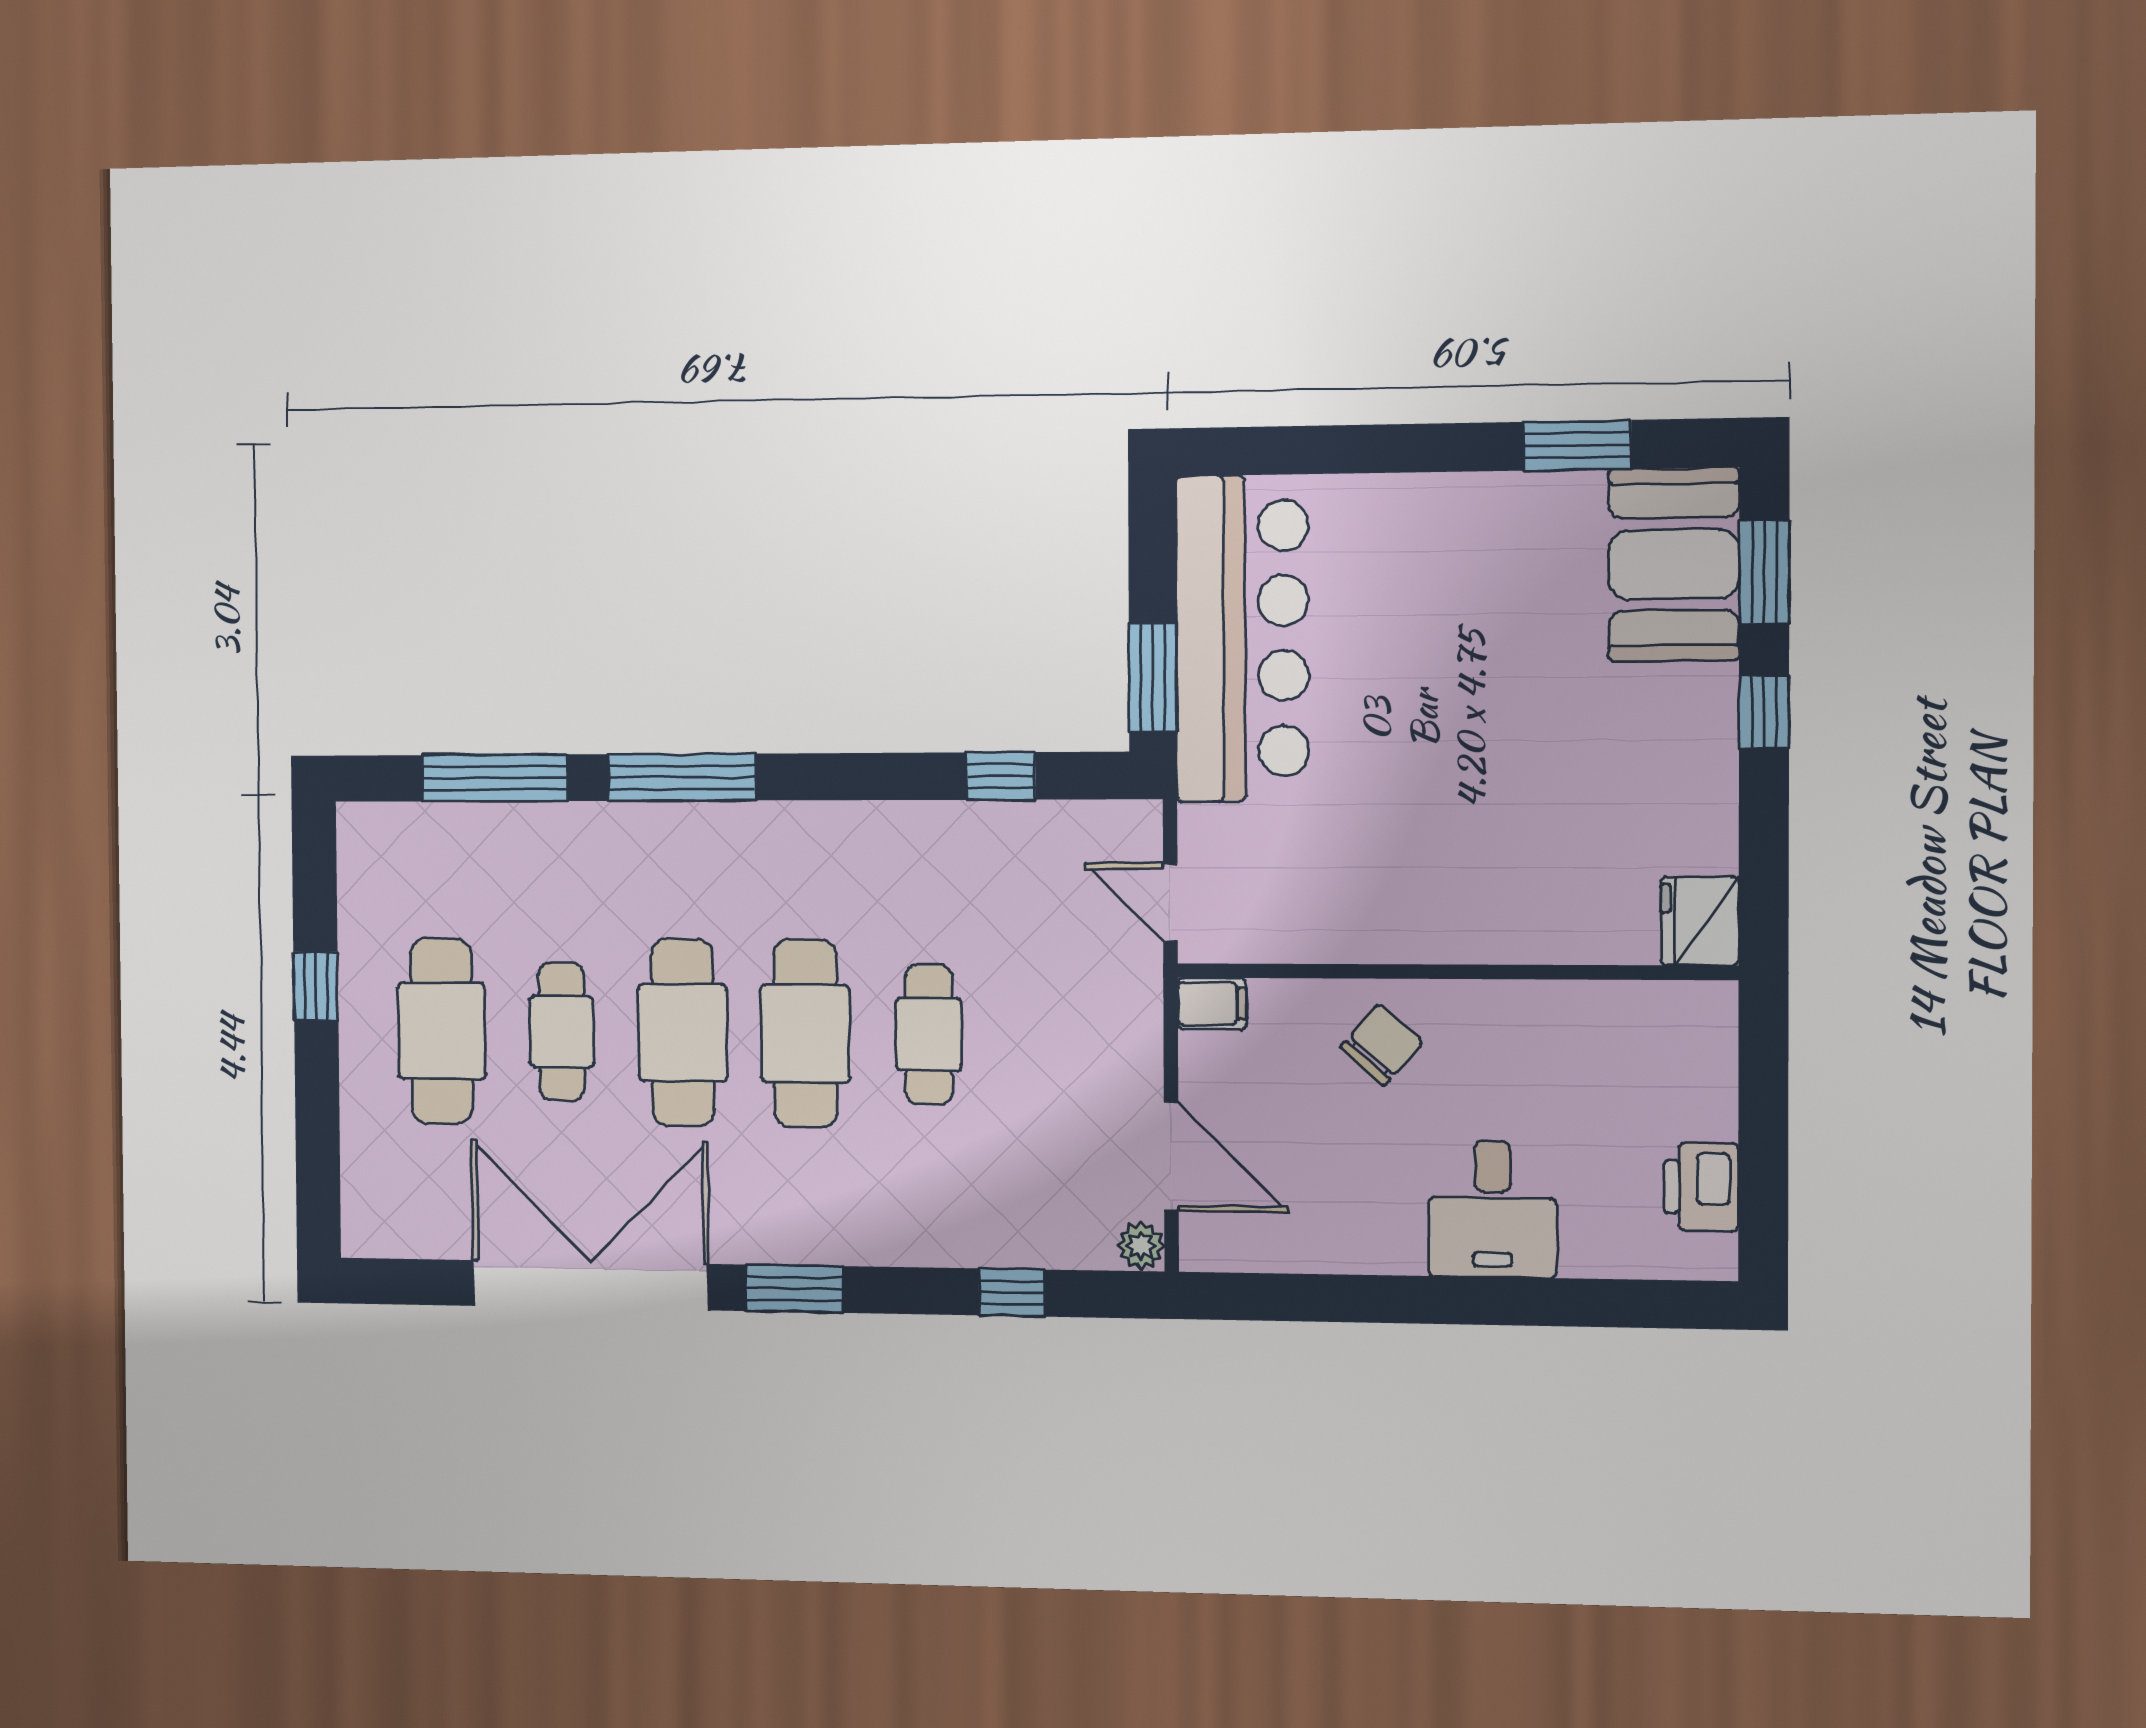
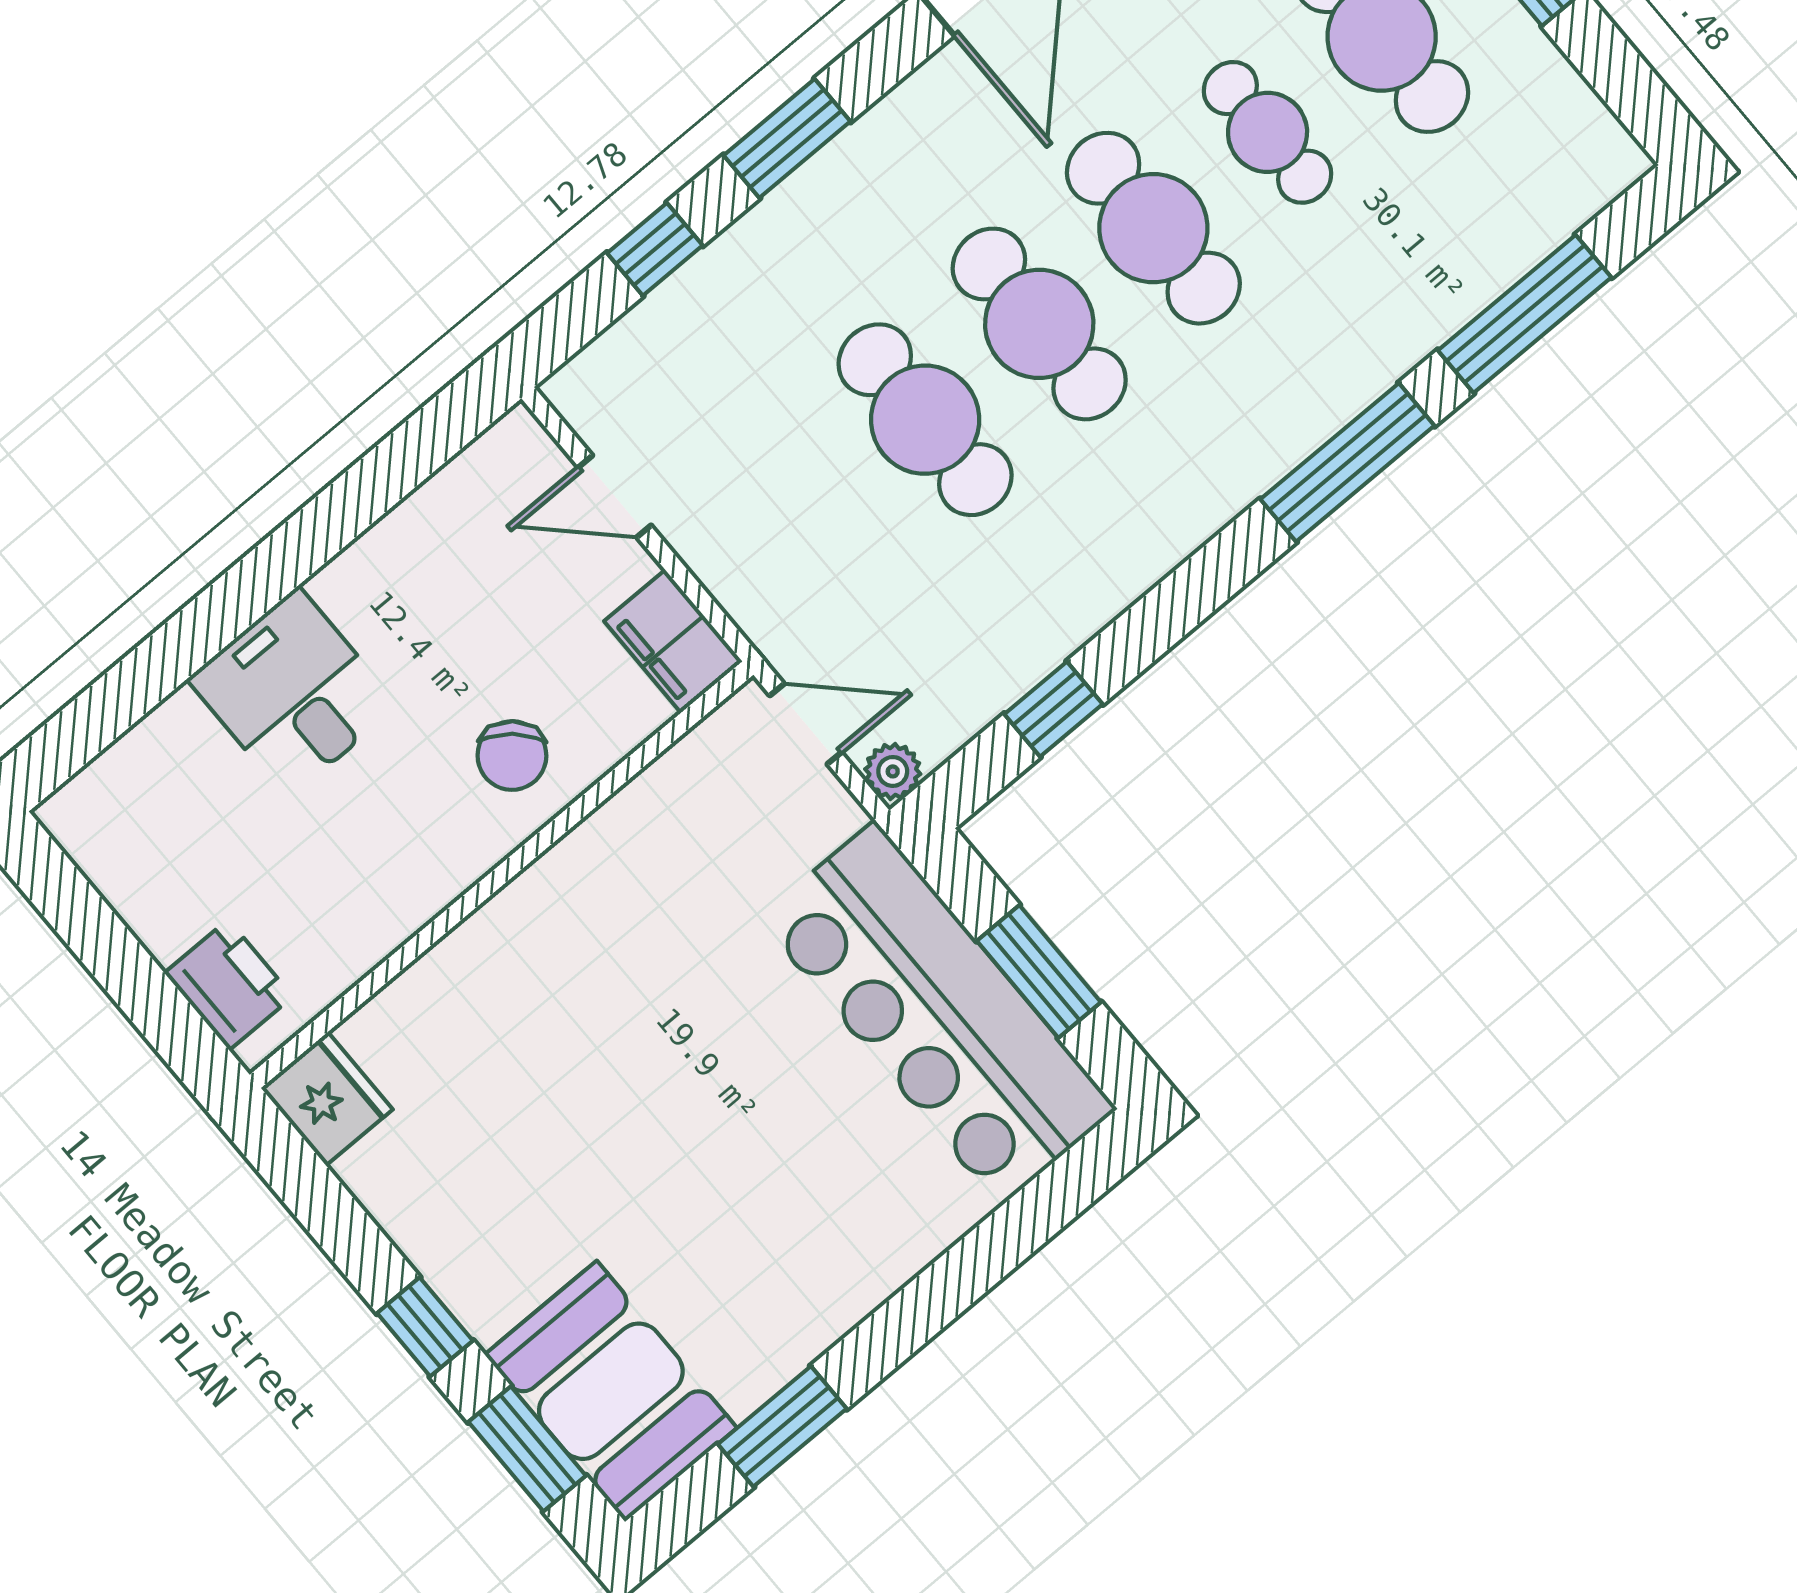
window: (1153, 677) -> (1039, 971), moved
filing cabinet: (1212, 1004) -> (673, 641), width x2.00
cafe table: (929, 1034) -> (925, 420), width x1.37, depth x1.35
door: (1171, 1156) -> (615, 496), width x0.73
printer: (1701, 1187) -> (229, 985), moved
plant: (1141, 1246) -> (893, 771), moved
window: (795, 1289) -> (787, 138), moved

